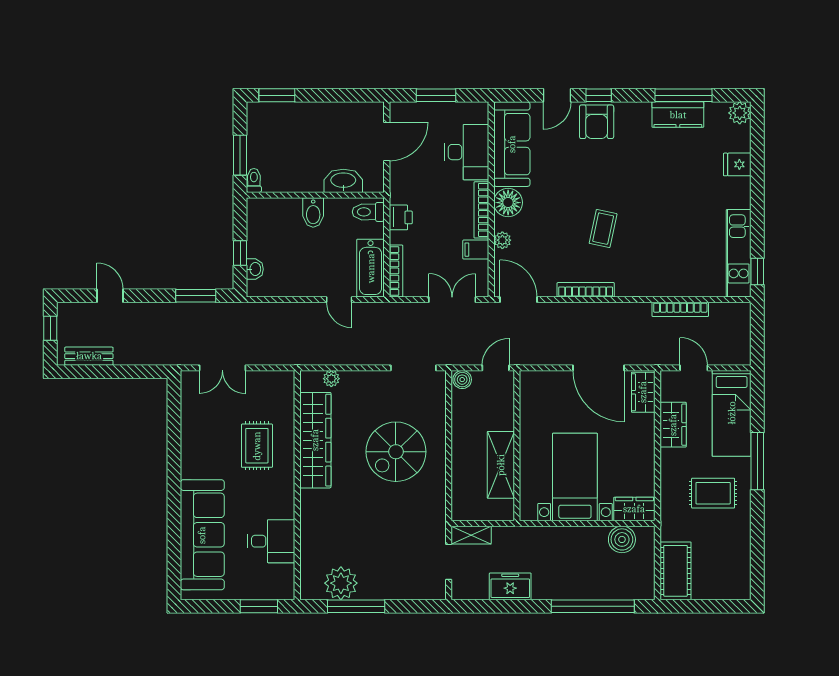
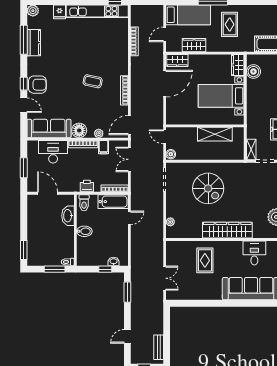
kitchen unit: (739, 253) -> (97, 11), width x1.36
wardrobe: (315, 440) -> (227, 230), moved
rug: (257, 446) -> (205, 260), turned 90

